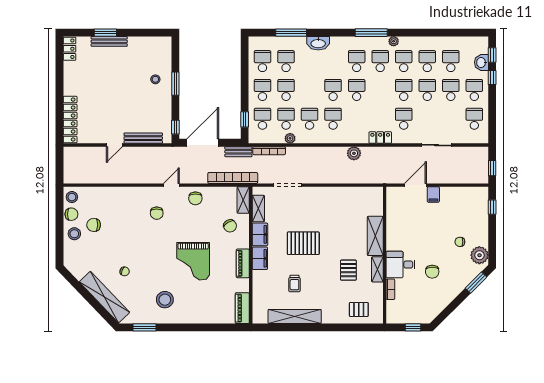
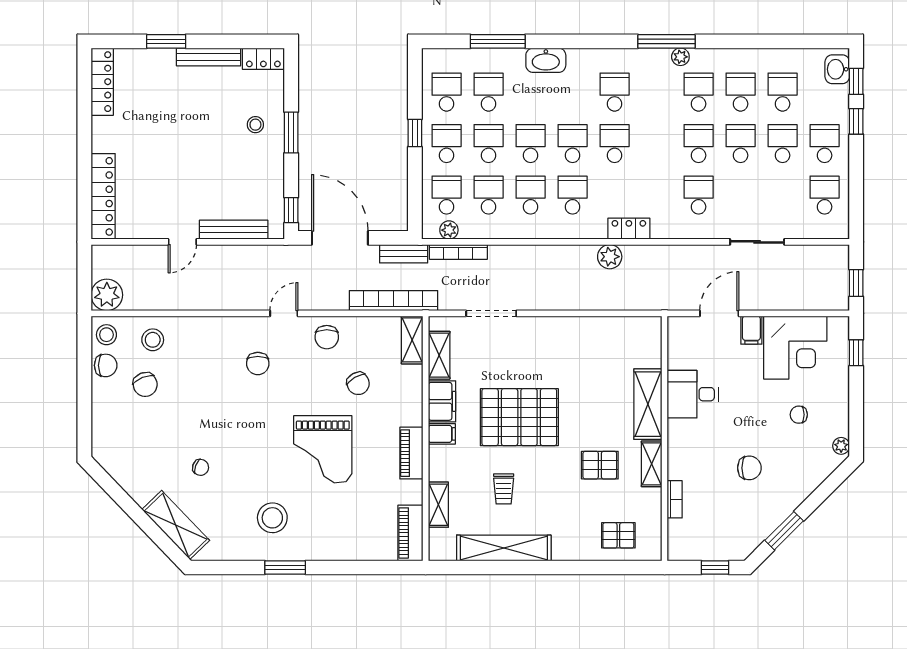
window: (371, 33) -> (667, 41), moved
bench: (109, 41) -> (208, 57), moved
locker: (160, 42) -> (263, 59), added
locker: (69, 49) -> (102, 82), width x1.53
school desk: (380, 61) -> (531, 144), moved
washbasin: (481, 62) -> (837, 69), moved
window: (245, 119) -> (415, 133), moved
plant: (290, 138) -> (449, 230), moved
locker: (380, 138) -> (629, 229), moved
door: (203, 143) -> (340, 238), hinge flipped
plant: (72, 175) -> (107, 295), added
corner desk: (458, 204) -> (795, 348), added
chair: (94, 225) -> (145, 384), turned -114
chair: (230, 226) -> (358, 383), moved
stool: (74, 234) -> (153, 340), moved
pallet: (303, 243) -> (519, 417), width x1.37, depth x1.41
plant: (479, 255) -> (841, 446), width x0.53, depth x0.53
filing cabinet: (260, 258) -> (442, 434), width x0.50
desk: (401, 265) -> (693, 394), moved
pallet: (348, 270) -> (600, 465), turned 90
chair: (432, 272) -> (749, 468), turned -90
window: (476, 283) -> (784, 531), moved
shelving: (258, 292) -> (438, 505), added
shelving: (104, 297) -> (176, 525), width x0.68
window: (145, 327) -> (285, 568), moved

